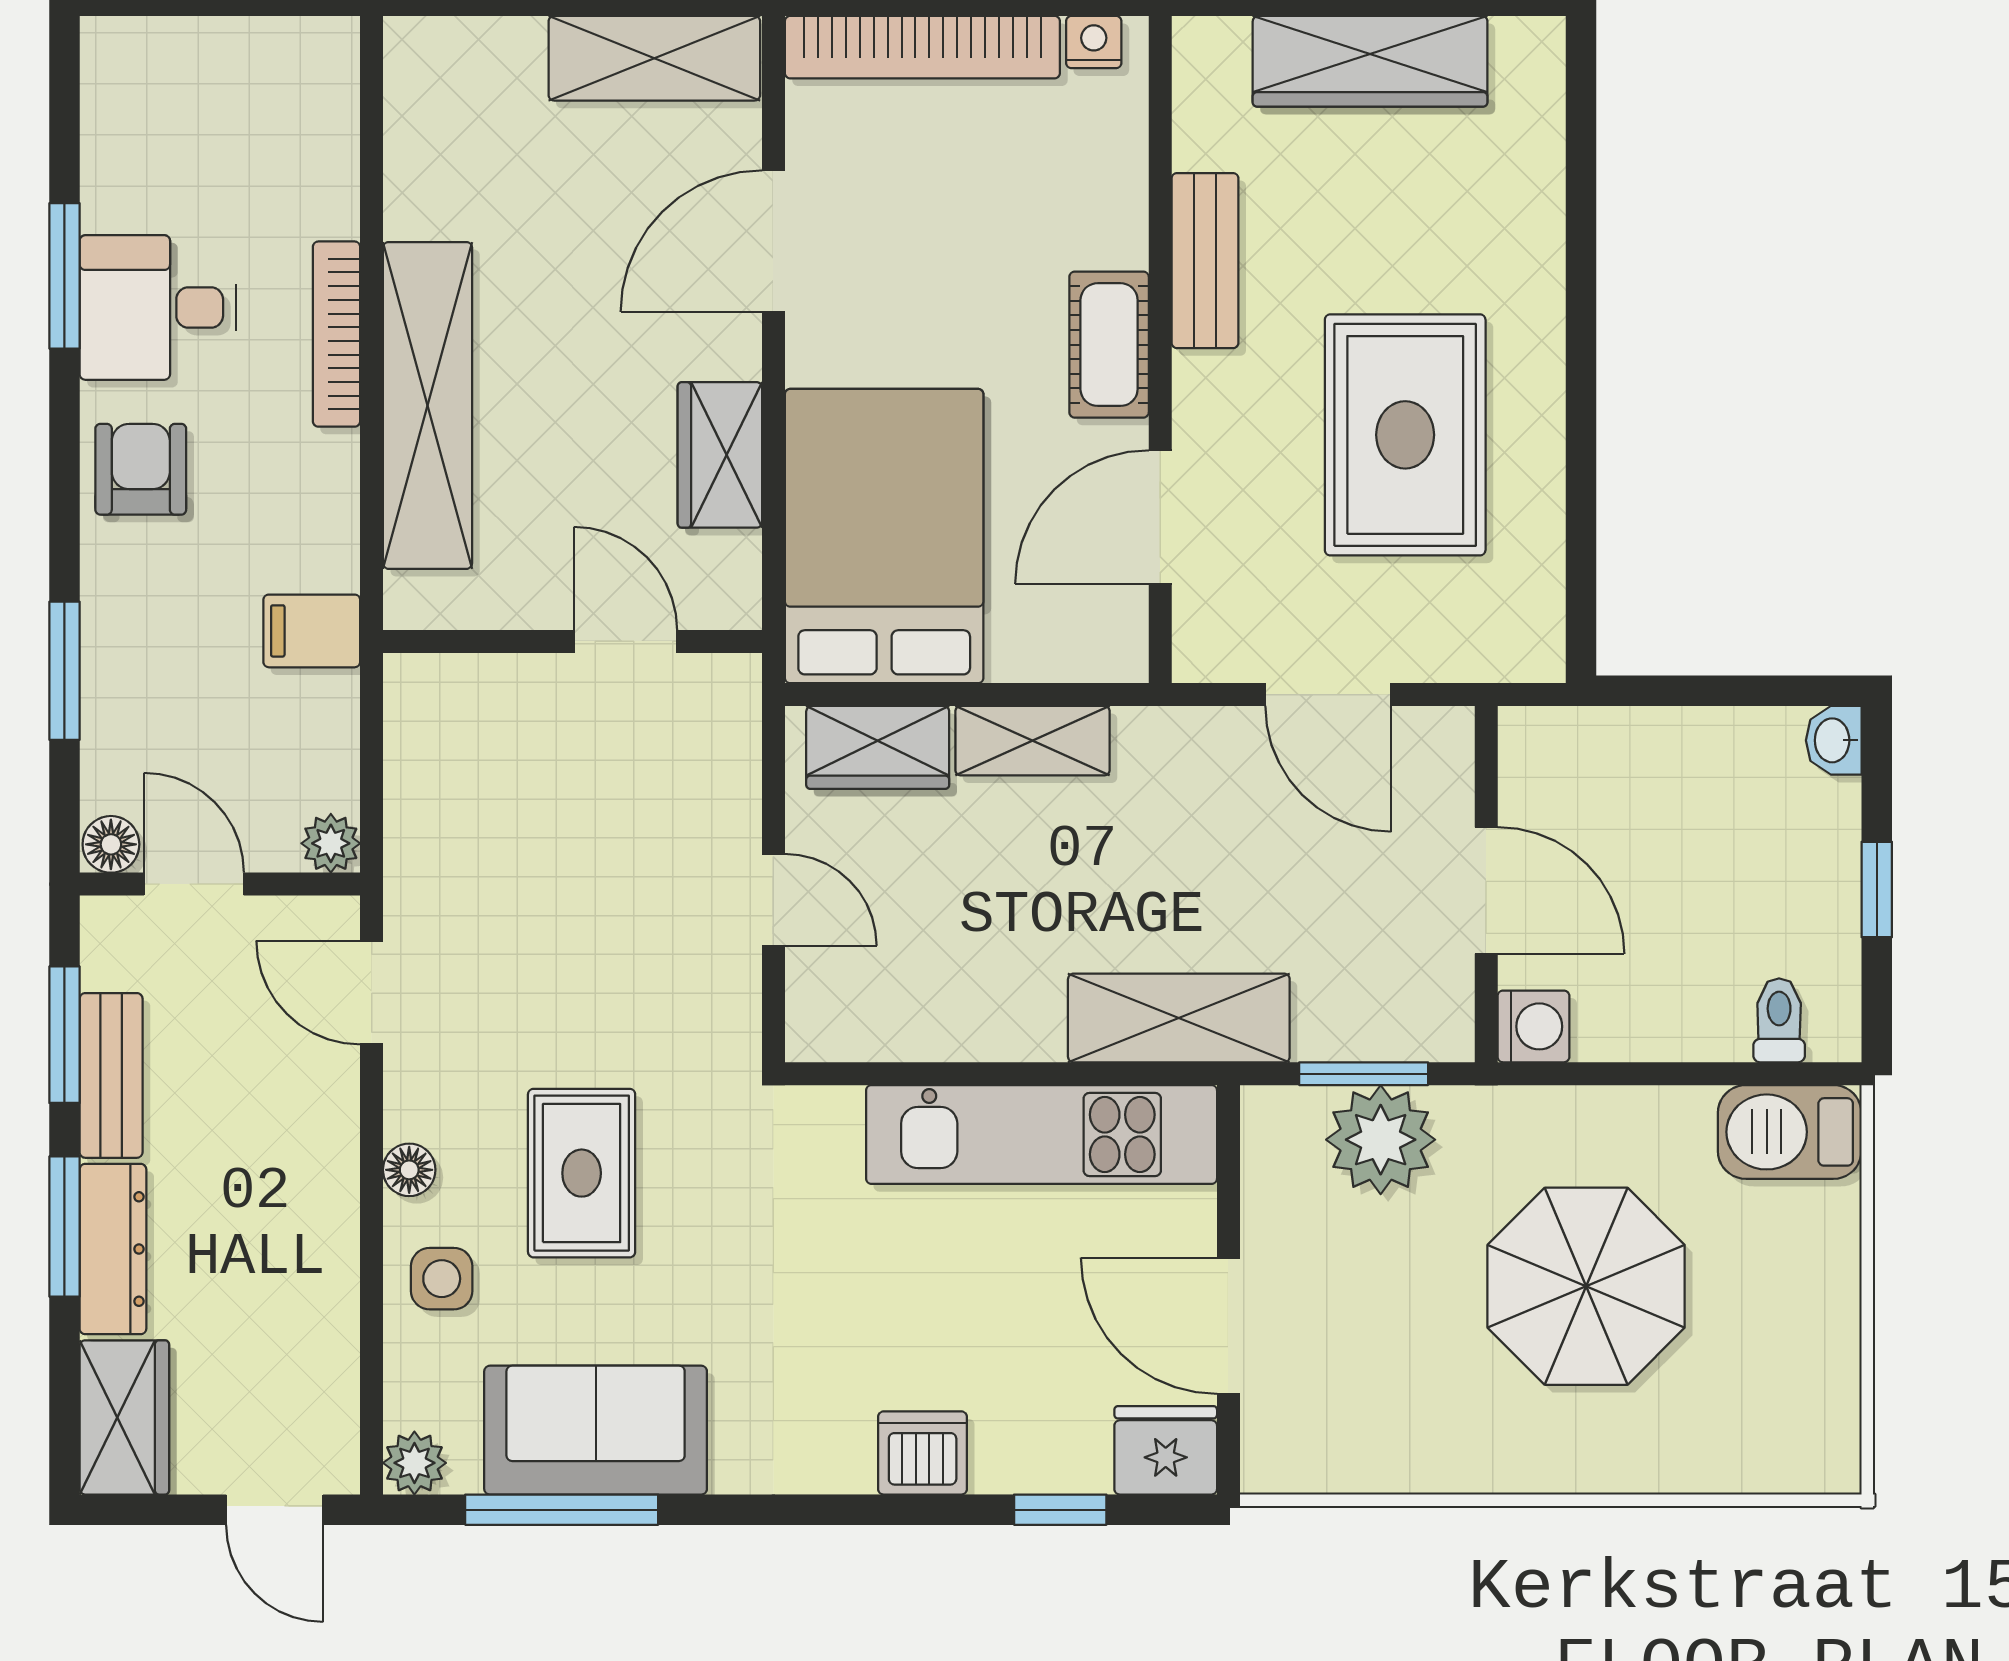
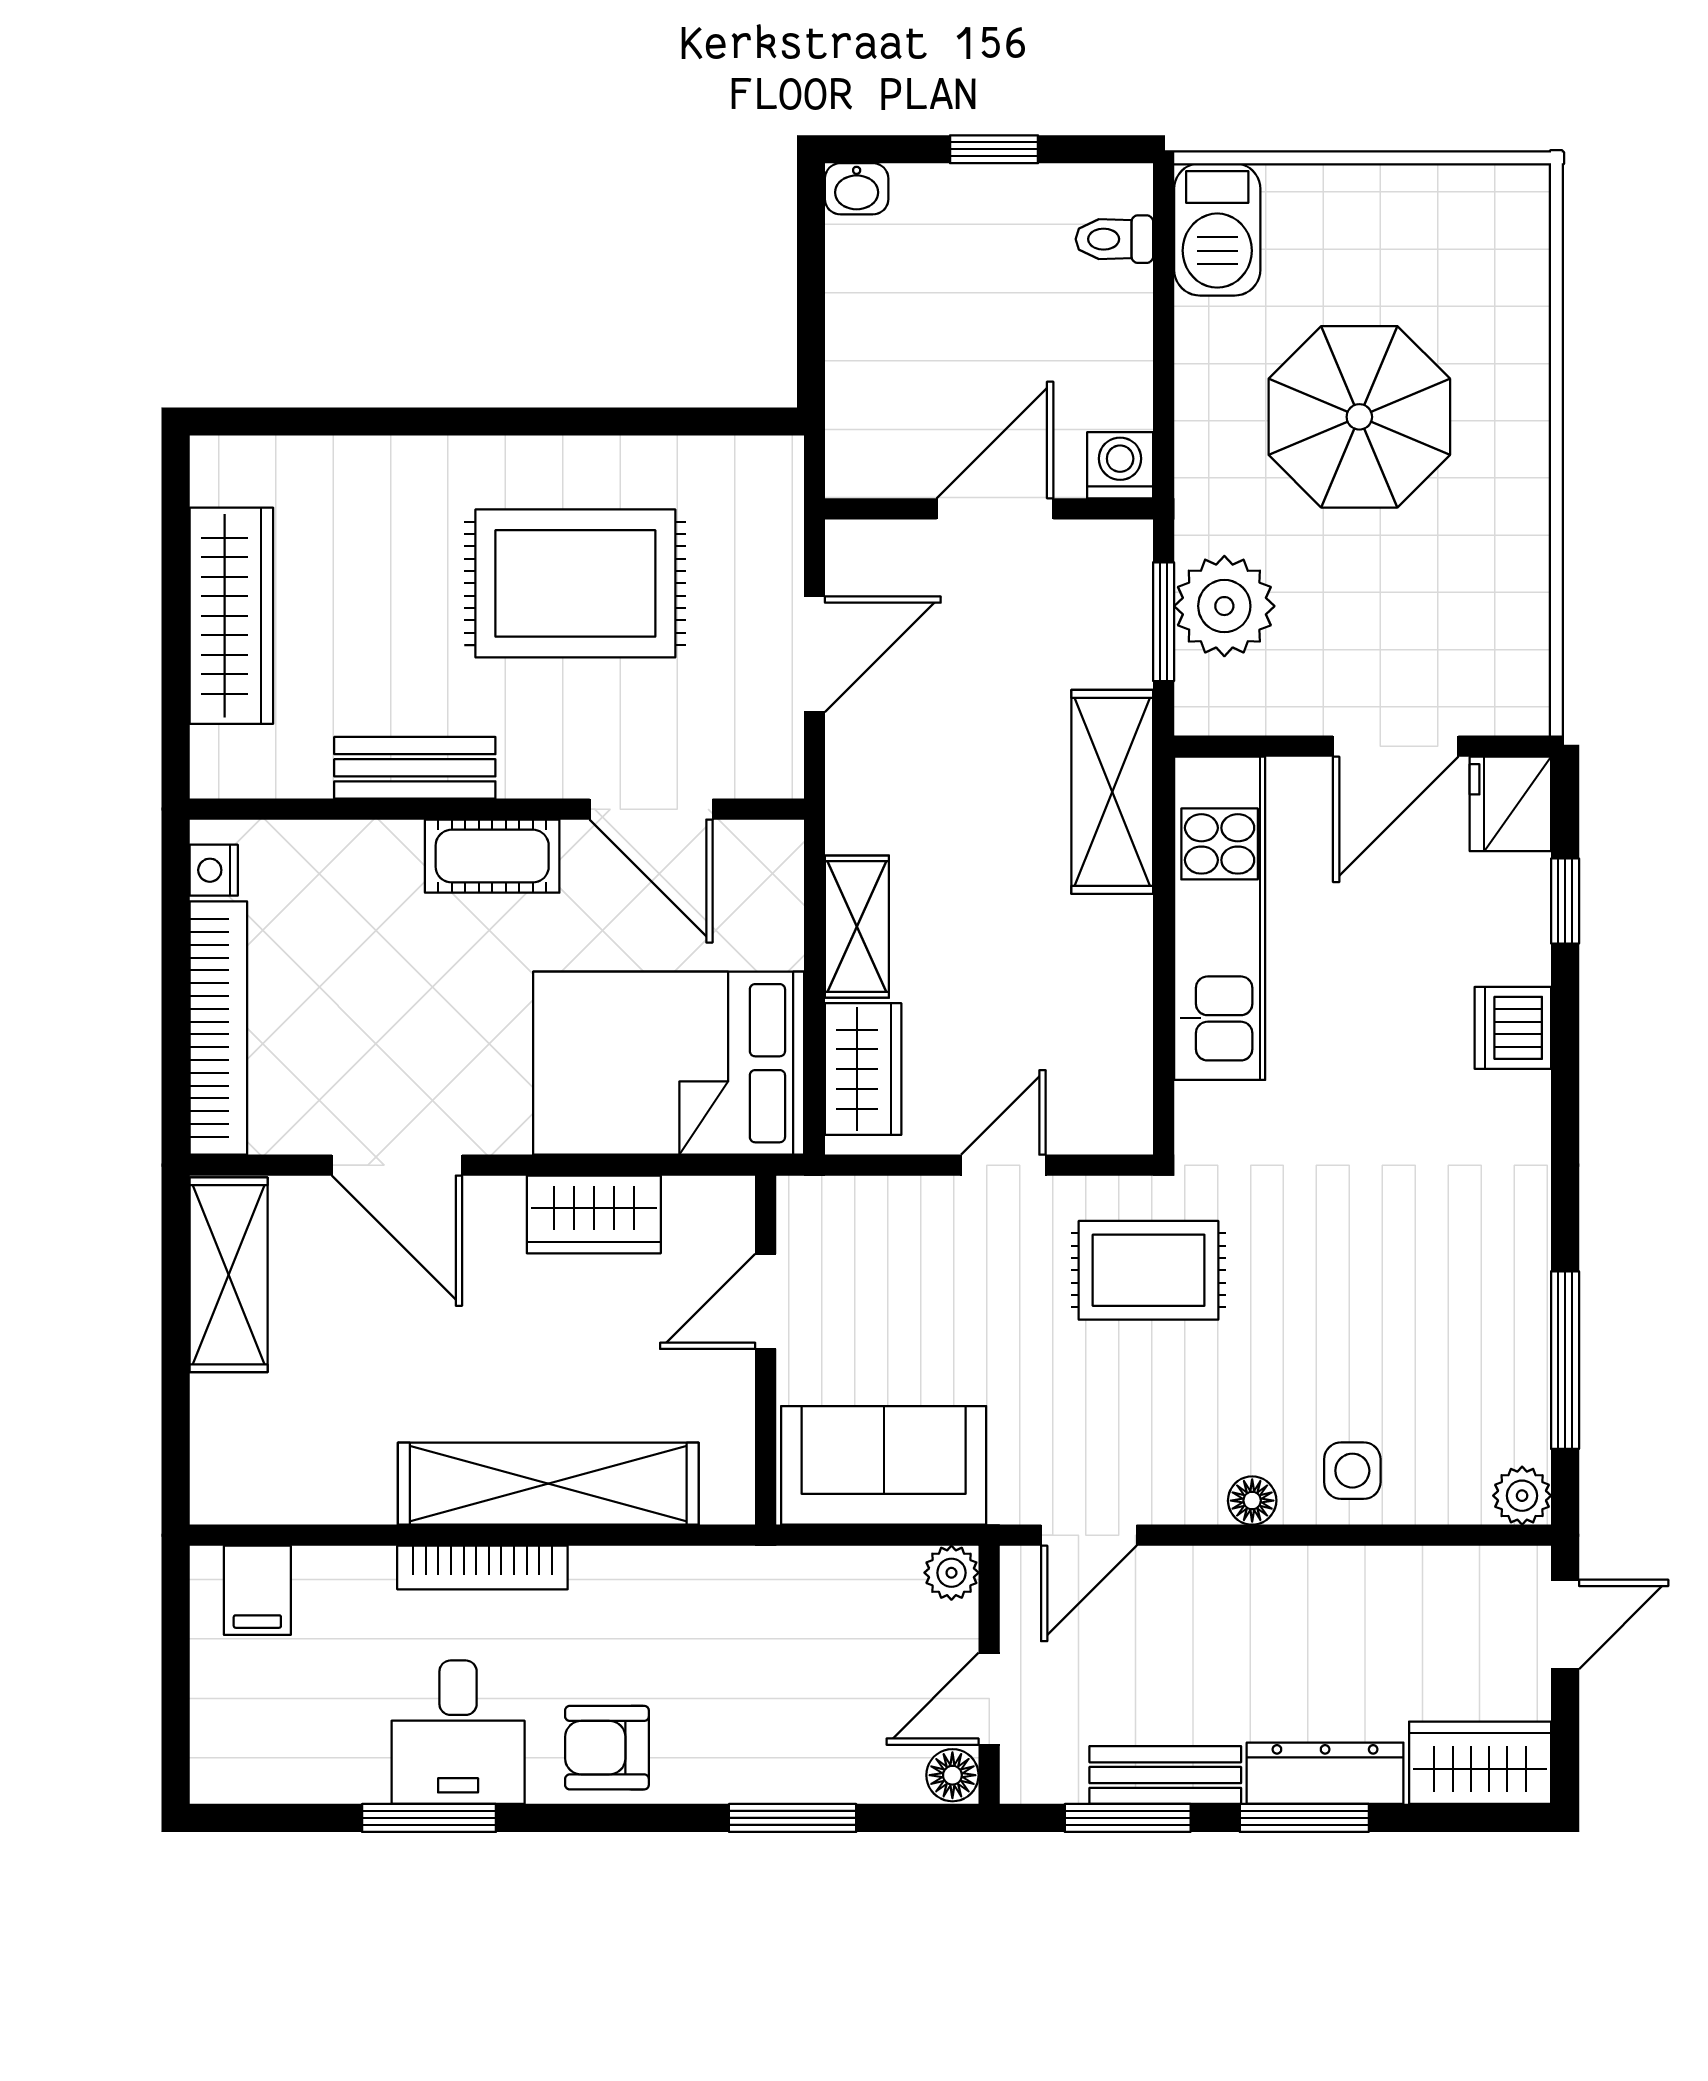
filing cabinet: (312, 631) -> (257, 1590), moved
rug: (582, 1173) -> (1149, 1270), moved
sofa: (596, 1430) -> (884, 1465), moved, turned 90

